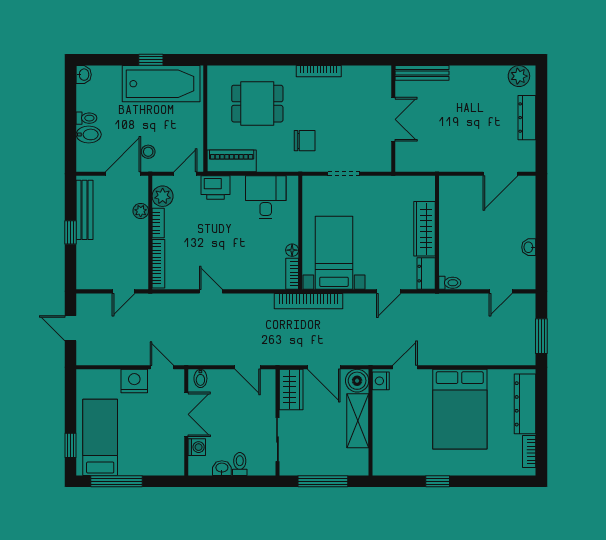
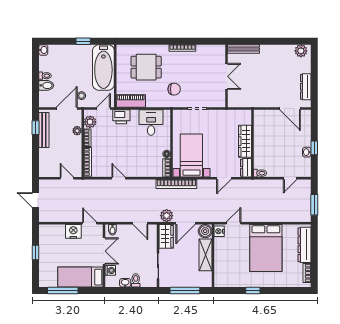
bathtub: (161, 84) -> (103, 67), moved, turned 90
dresser: (527, 118) -> (306, 87), moved
door: (500, 174) -> (290, 109), hinge flipped
window: (71, 232) -> (36, 128), moved
window: (541, 240) -> (314, 148), added
door: (124, 291) -> (67, 178), swing flipped
plant: (292, 355) -> (167, 216), added
door: (324, 367) -> (185, 223), hinge flipped
bed: (100, 437) -> (80, 277), moved, turned -90
window: (71, 445) -> (36, 253), moved

